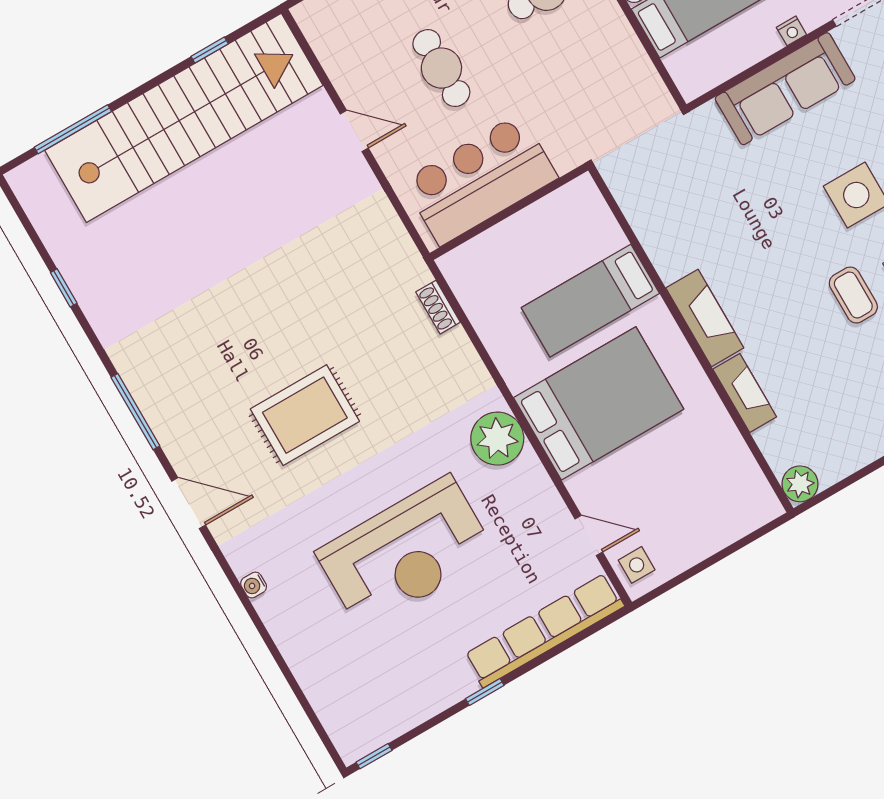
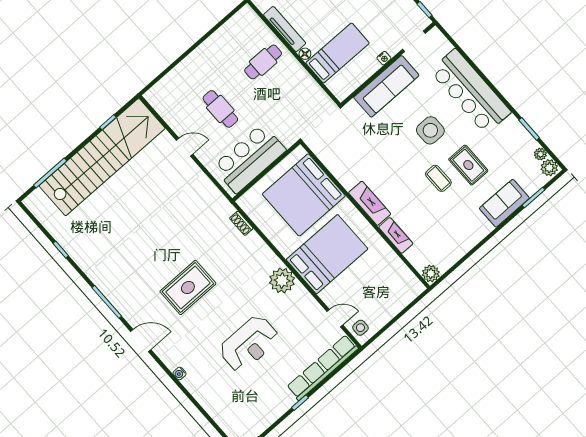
bed: (590, 301) -> (304, 195), width x2.04
reception desk: (406, 553) -> (249, 344), width x0.74, depth x0.77

